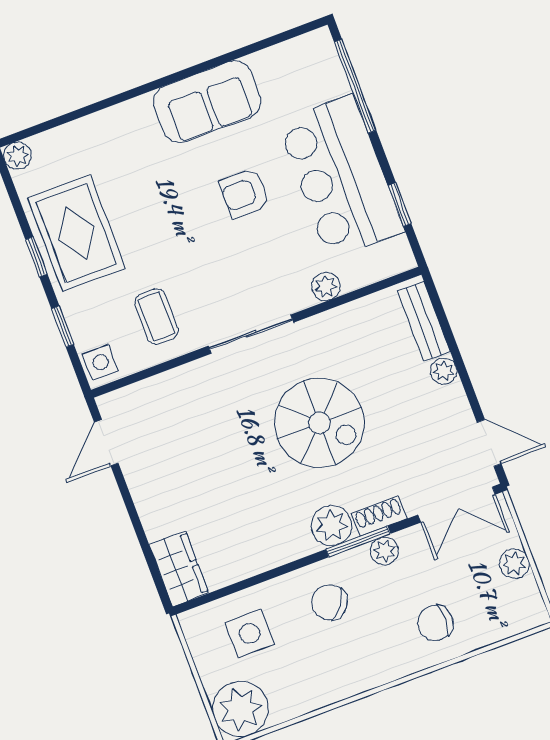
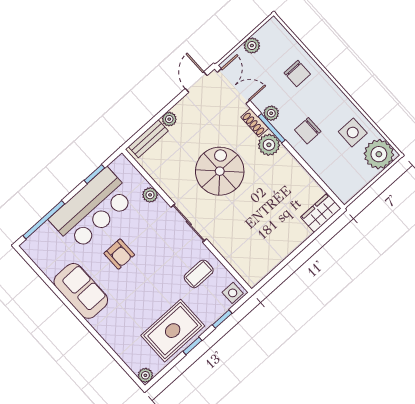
door: (106, 443) -> (272, 274), removed
chair: (329, 602) -> (308, 131), turned 53
side table: (250, 633) -> (353, 132), moved

